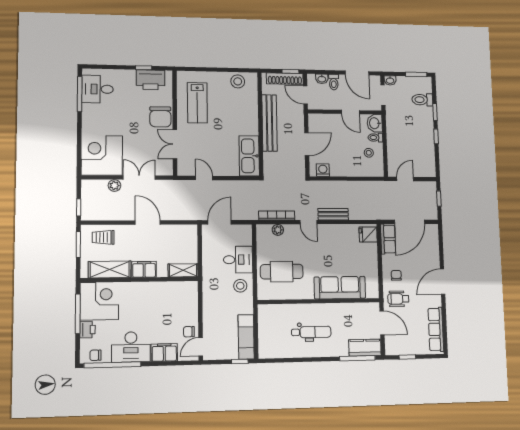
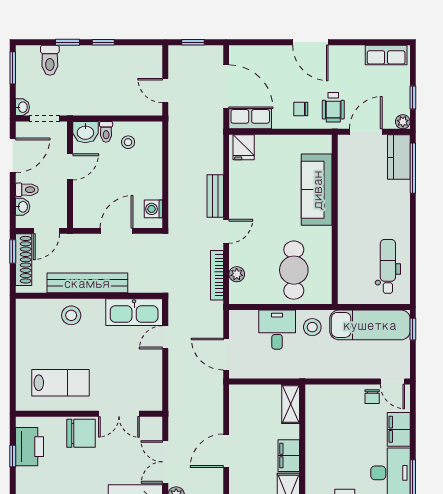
stool: (238, 81) -> (71, 315), moved
door: (307, 144) -> (117, 231), hinge flipped
door: (204, 178) -> (165, 337), moved
row of seats: (436, 329) -> (386, 55), width x0.68
dental chair: (311, 332) -> (388, 266), moved
exam couch: (246, 337) -> (370, 325), width x1.36, depth x1.45
plant: (390, 350) -> (403, 122), added

